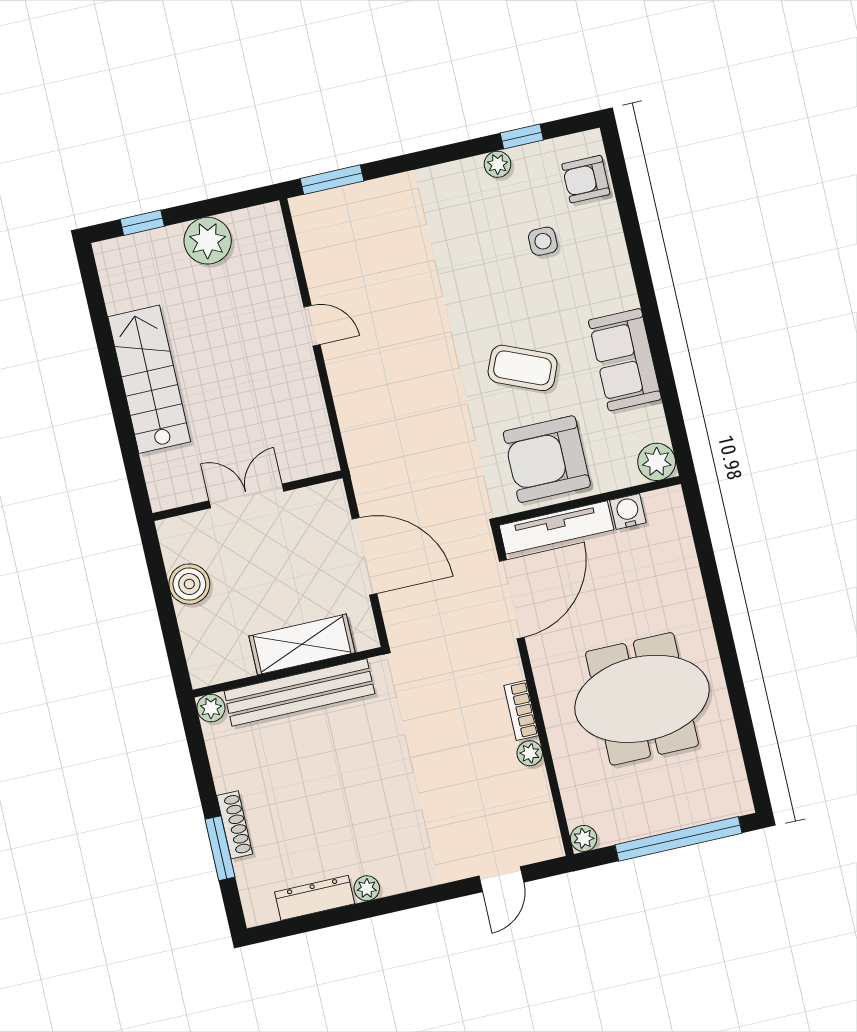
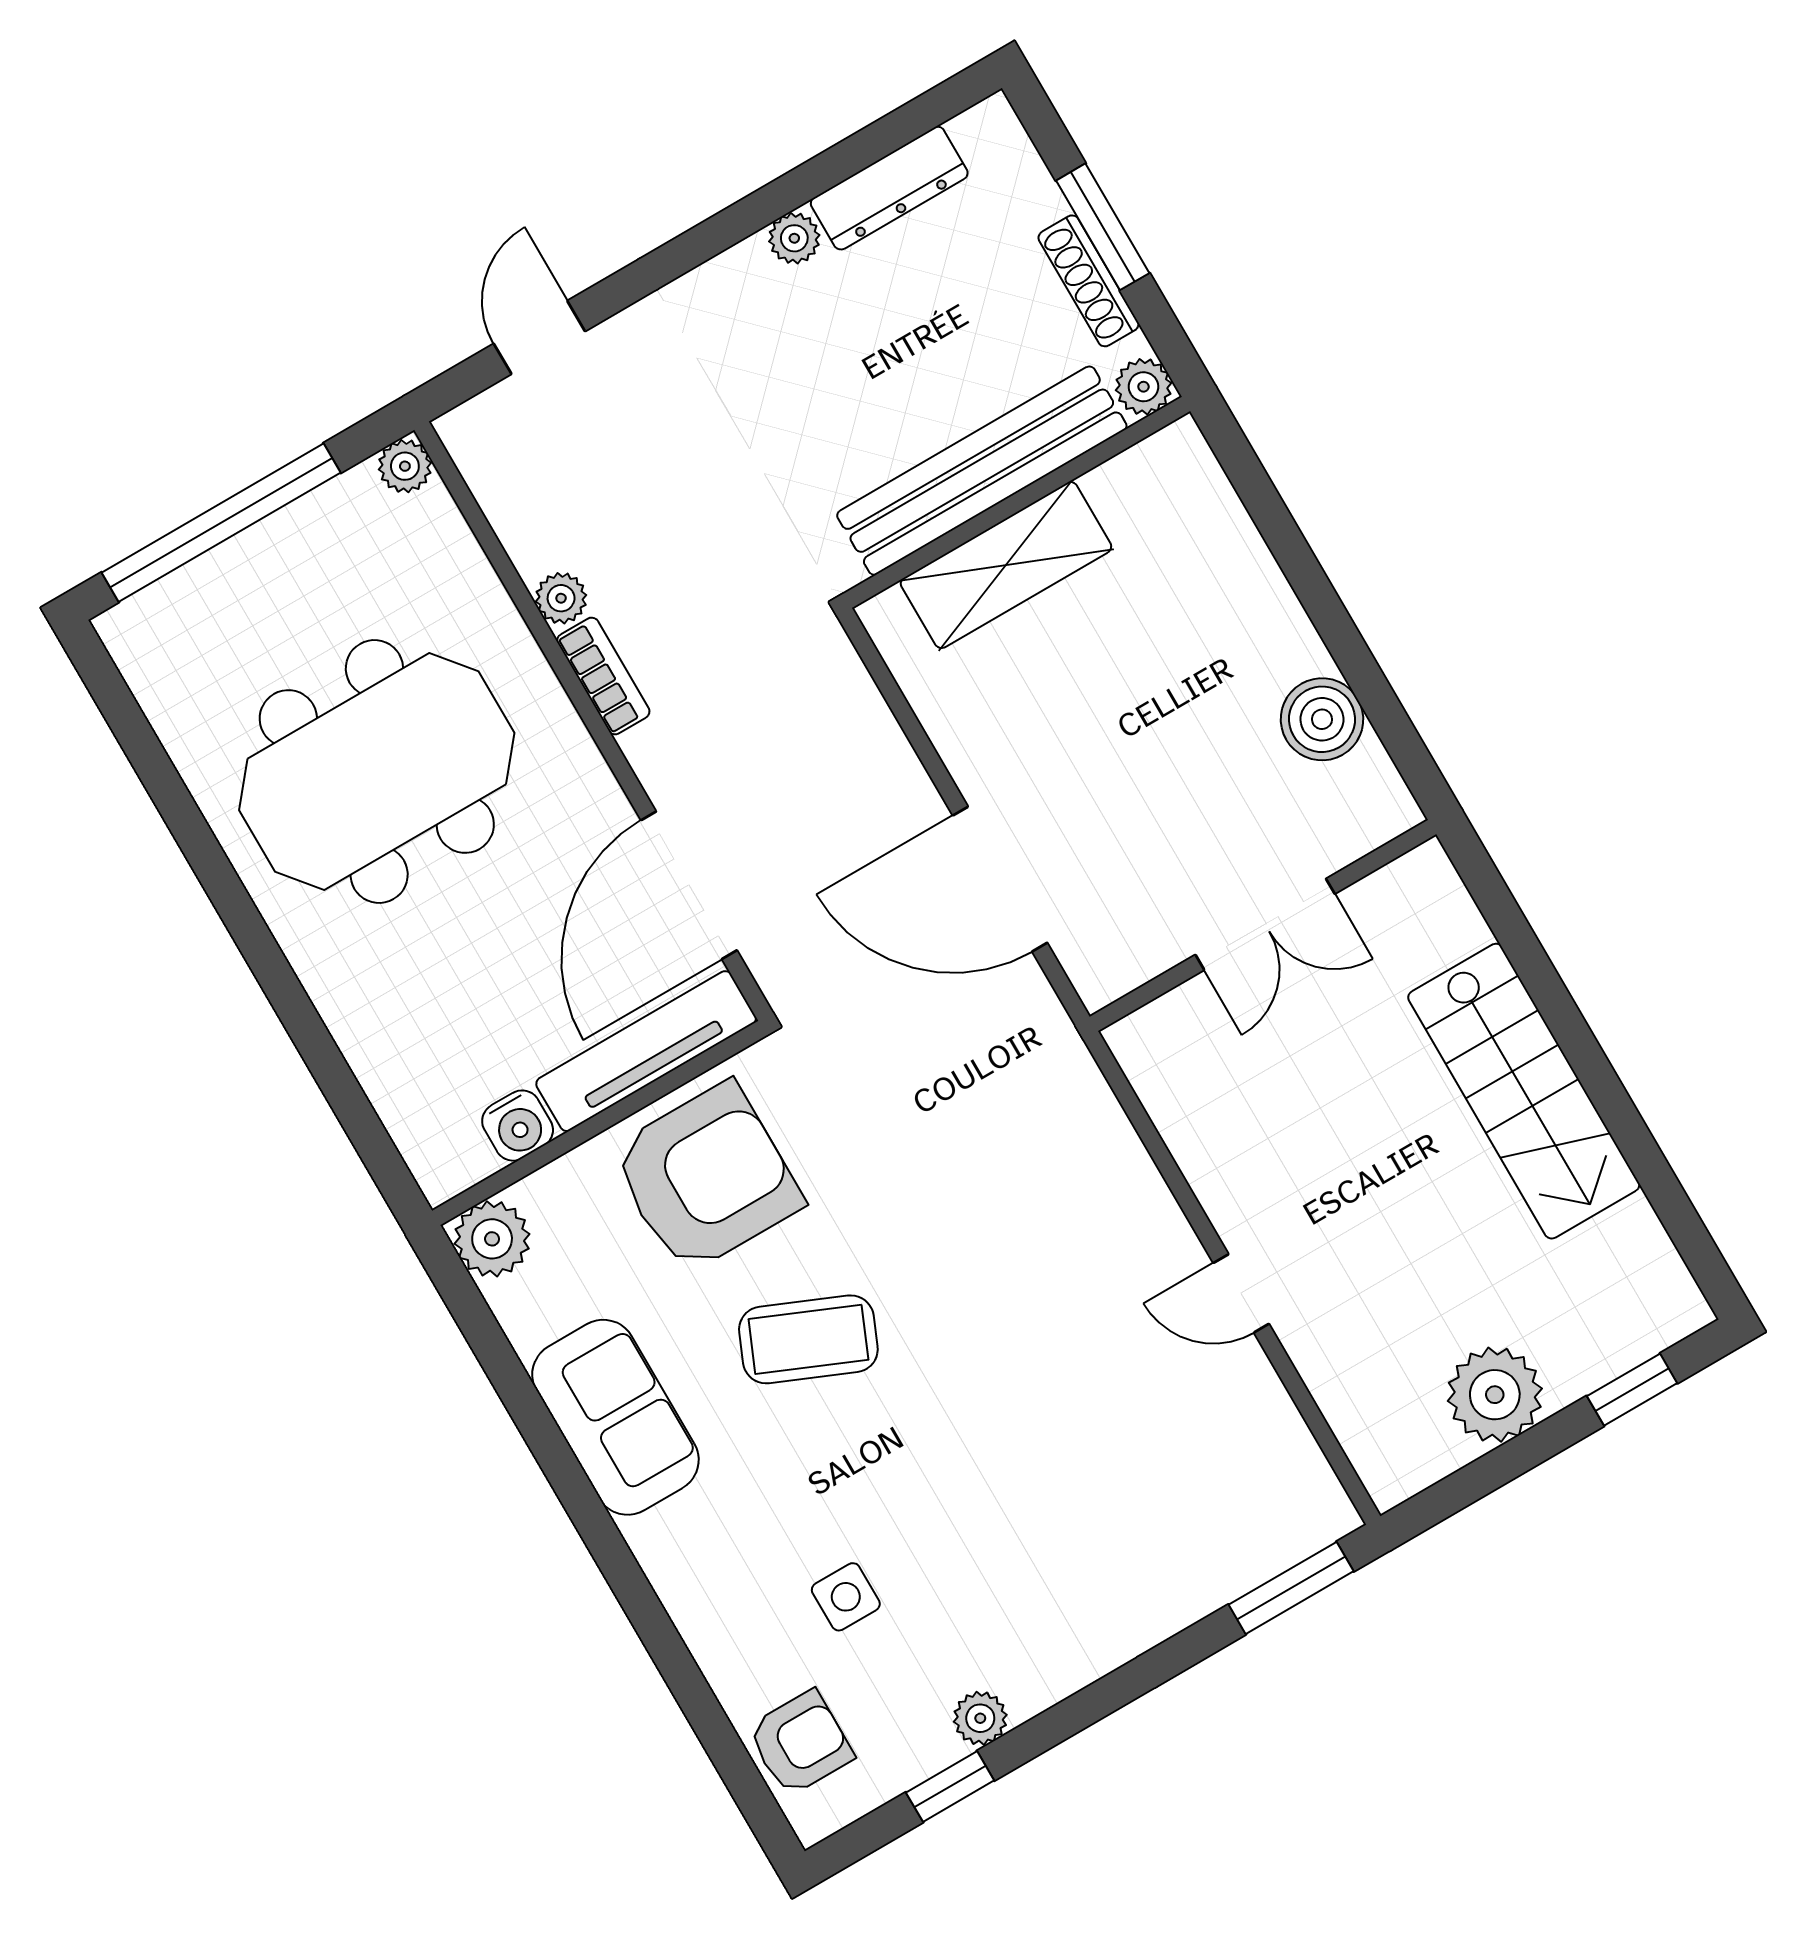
shelving: (302, 644) -> (1006, 565), moved
wall: (288, 672) -> (1017, 502), moved
bench: (299, 692) -> (982, 471), moved
plant: (211, 708) -> (1143, 387), moved

